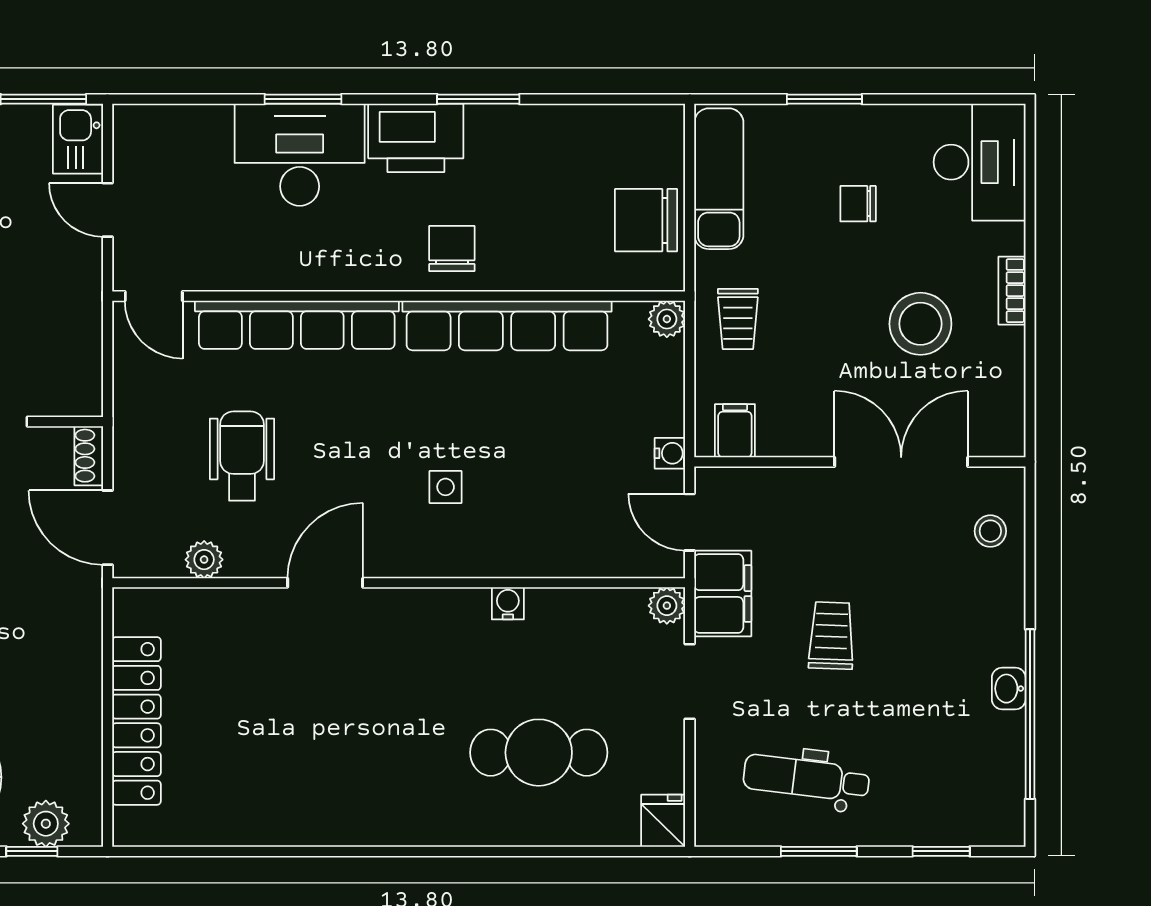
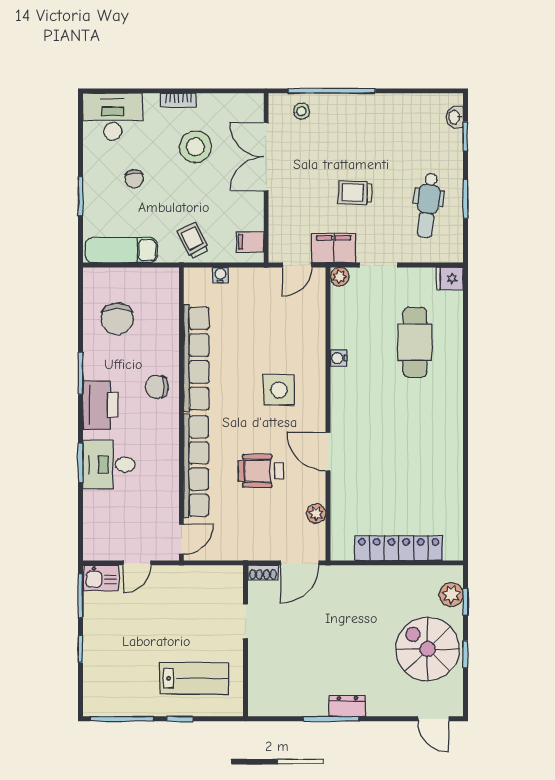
desk: (300, 155) -> (109, 465), width x0.73
chair: (646, 220) -> (117, 319), moved
plant: (667, 319) -> (193, 277), removed
trolley: (738, 319) -> (193, 240), turned -117
water cooler: (670, 453) -> (220, 275), moved
wheelchair: (242, 456) -> (261, 471), moved
side table: (446, 487) -> (279, 390), width x1.87, depth x1.87
washbasin: (1009, 689) -> (455, 117), moved, turned 90
window: (1030, 714) -> (332, 91), moved

